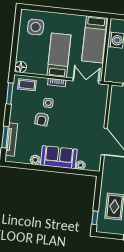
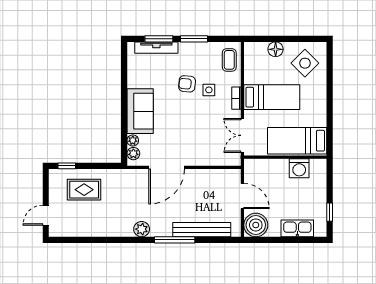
side table: (36, 27) -> (305, 63), turned 45
floor lamp: (21, 67) -> (276, 49), moved
double door: (86, 81) -> (242, 135), swing flipped
window: (10, 94) -> (194, 39), moved
plant: (35, 160) -> (133, 154), moved

